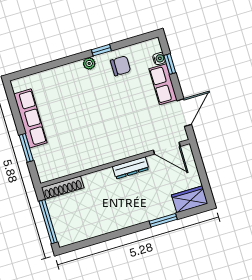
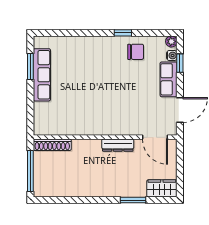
plant: (89, 63) -> (171, 41), moved
window: (26, 148) -> (30, 66), moved

